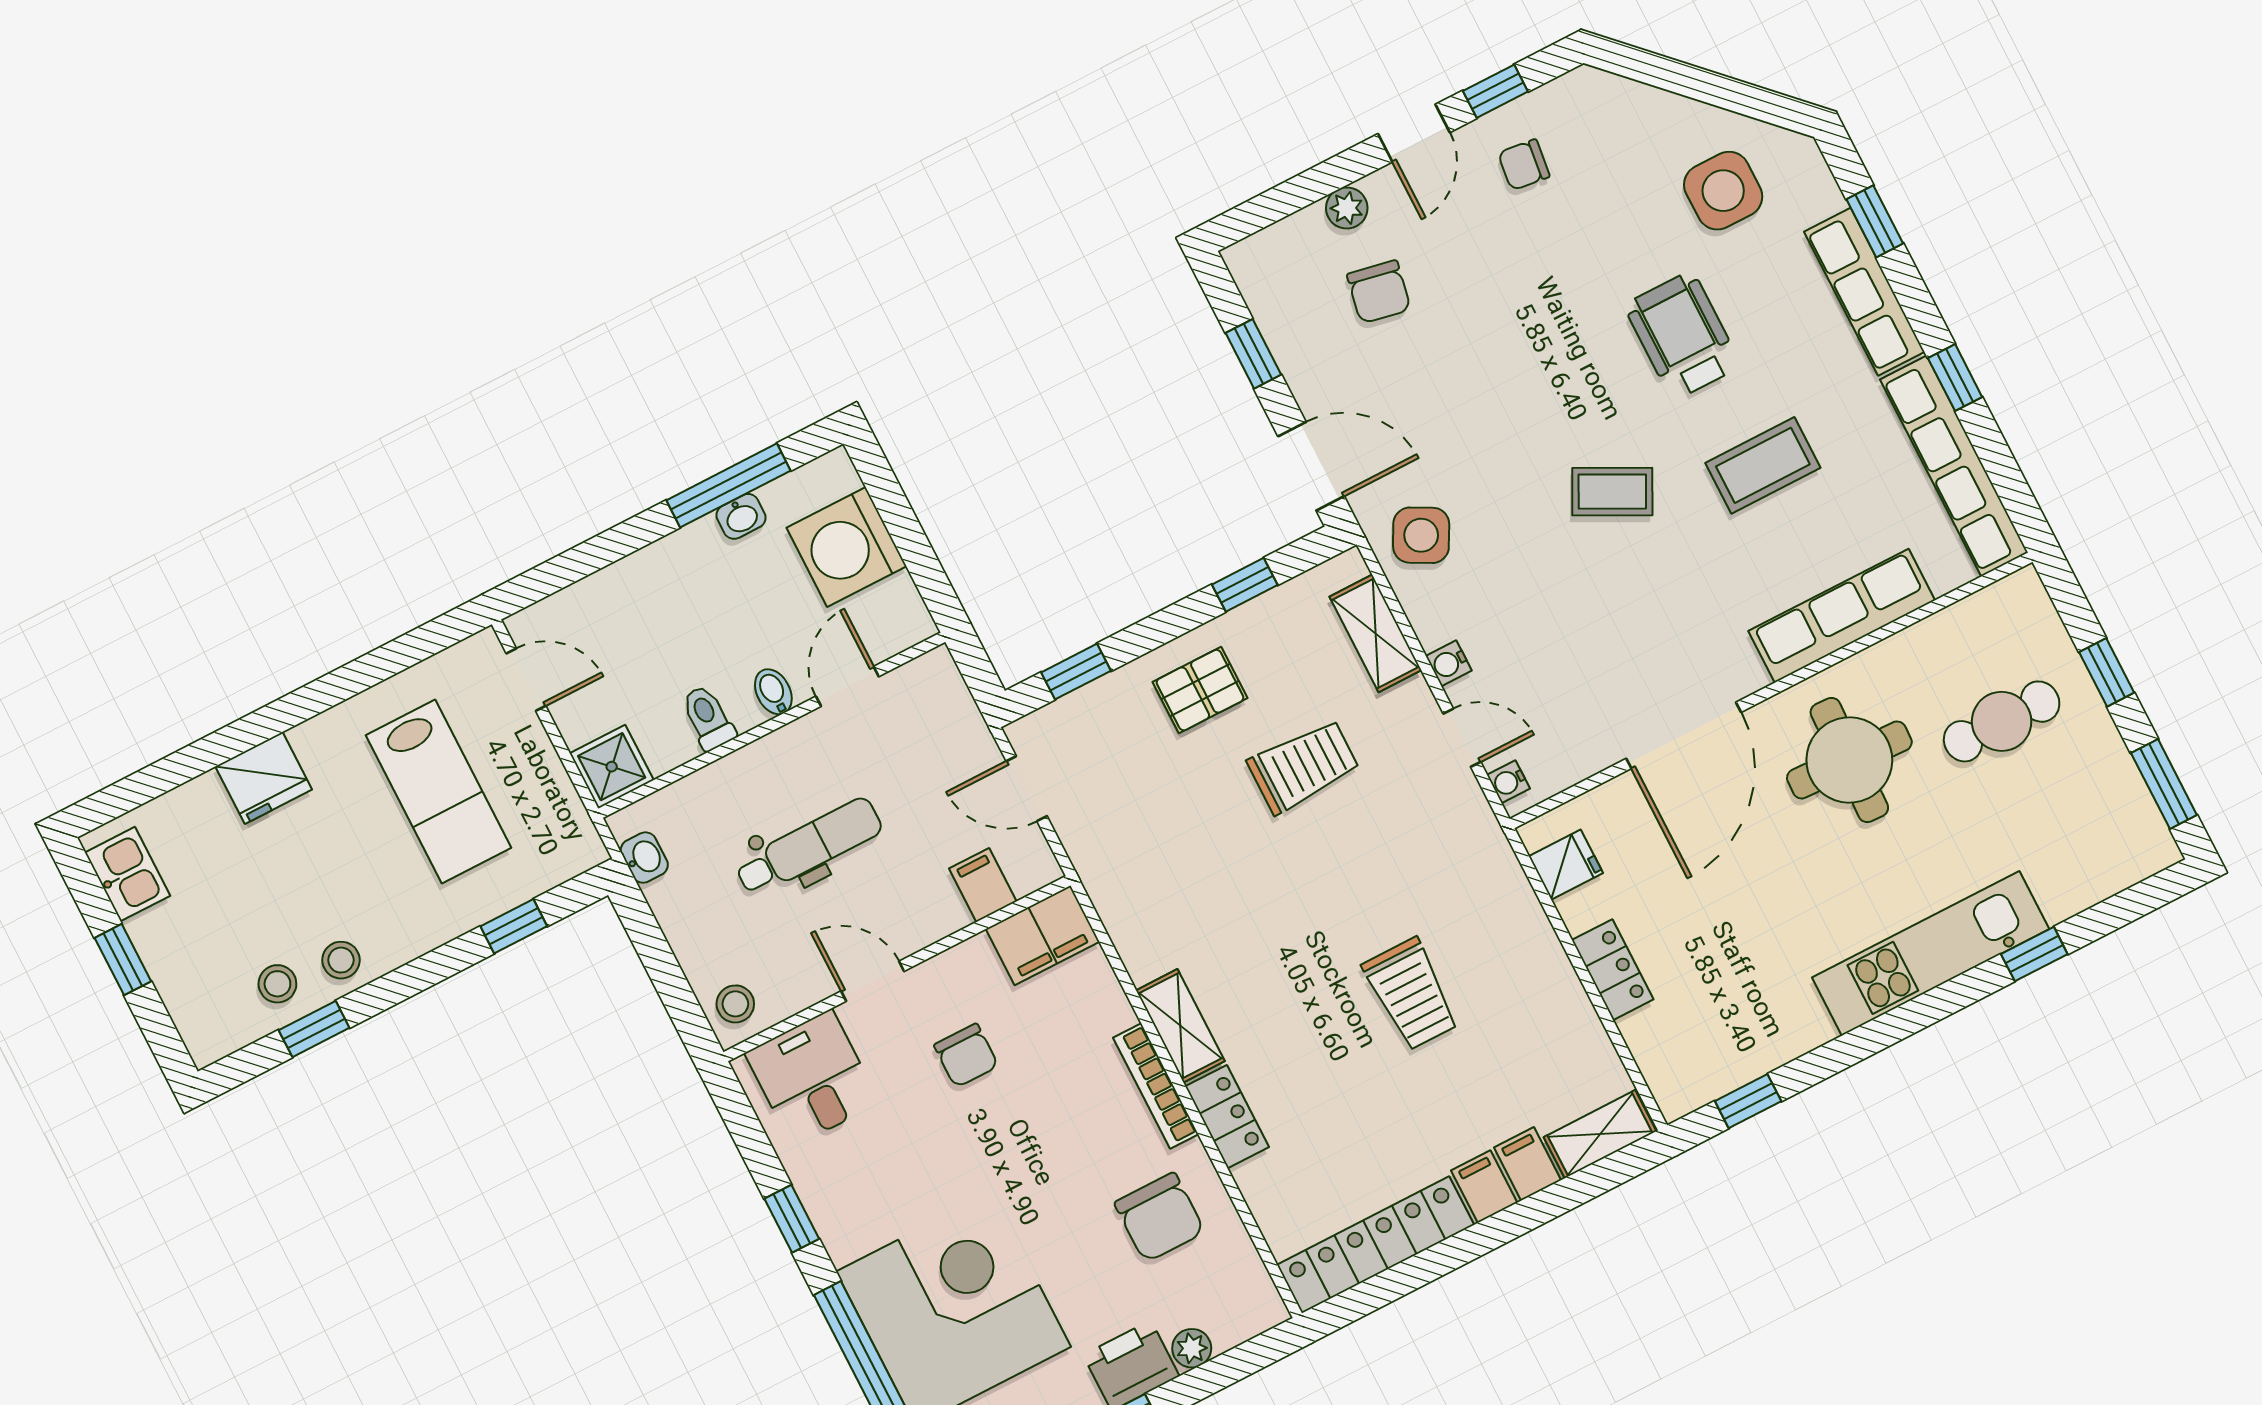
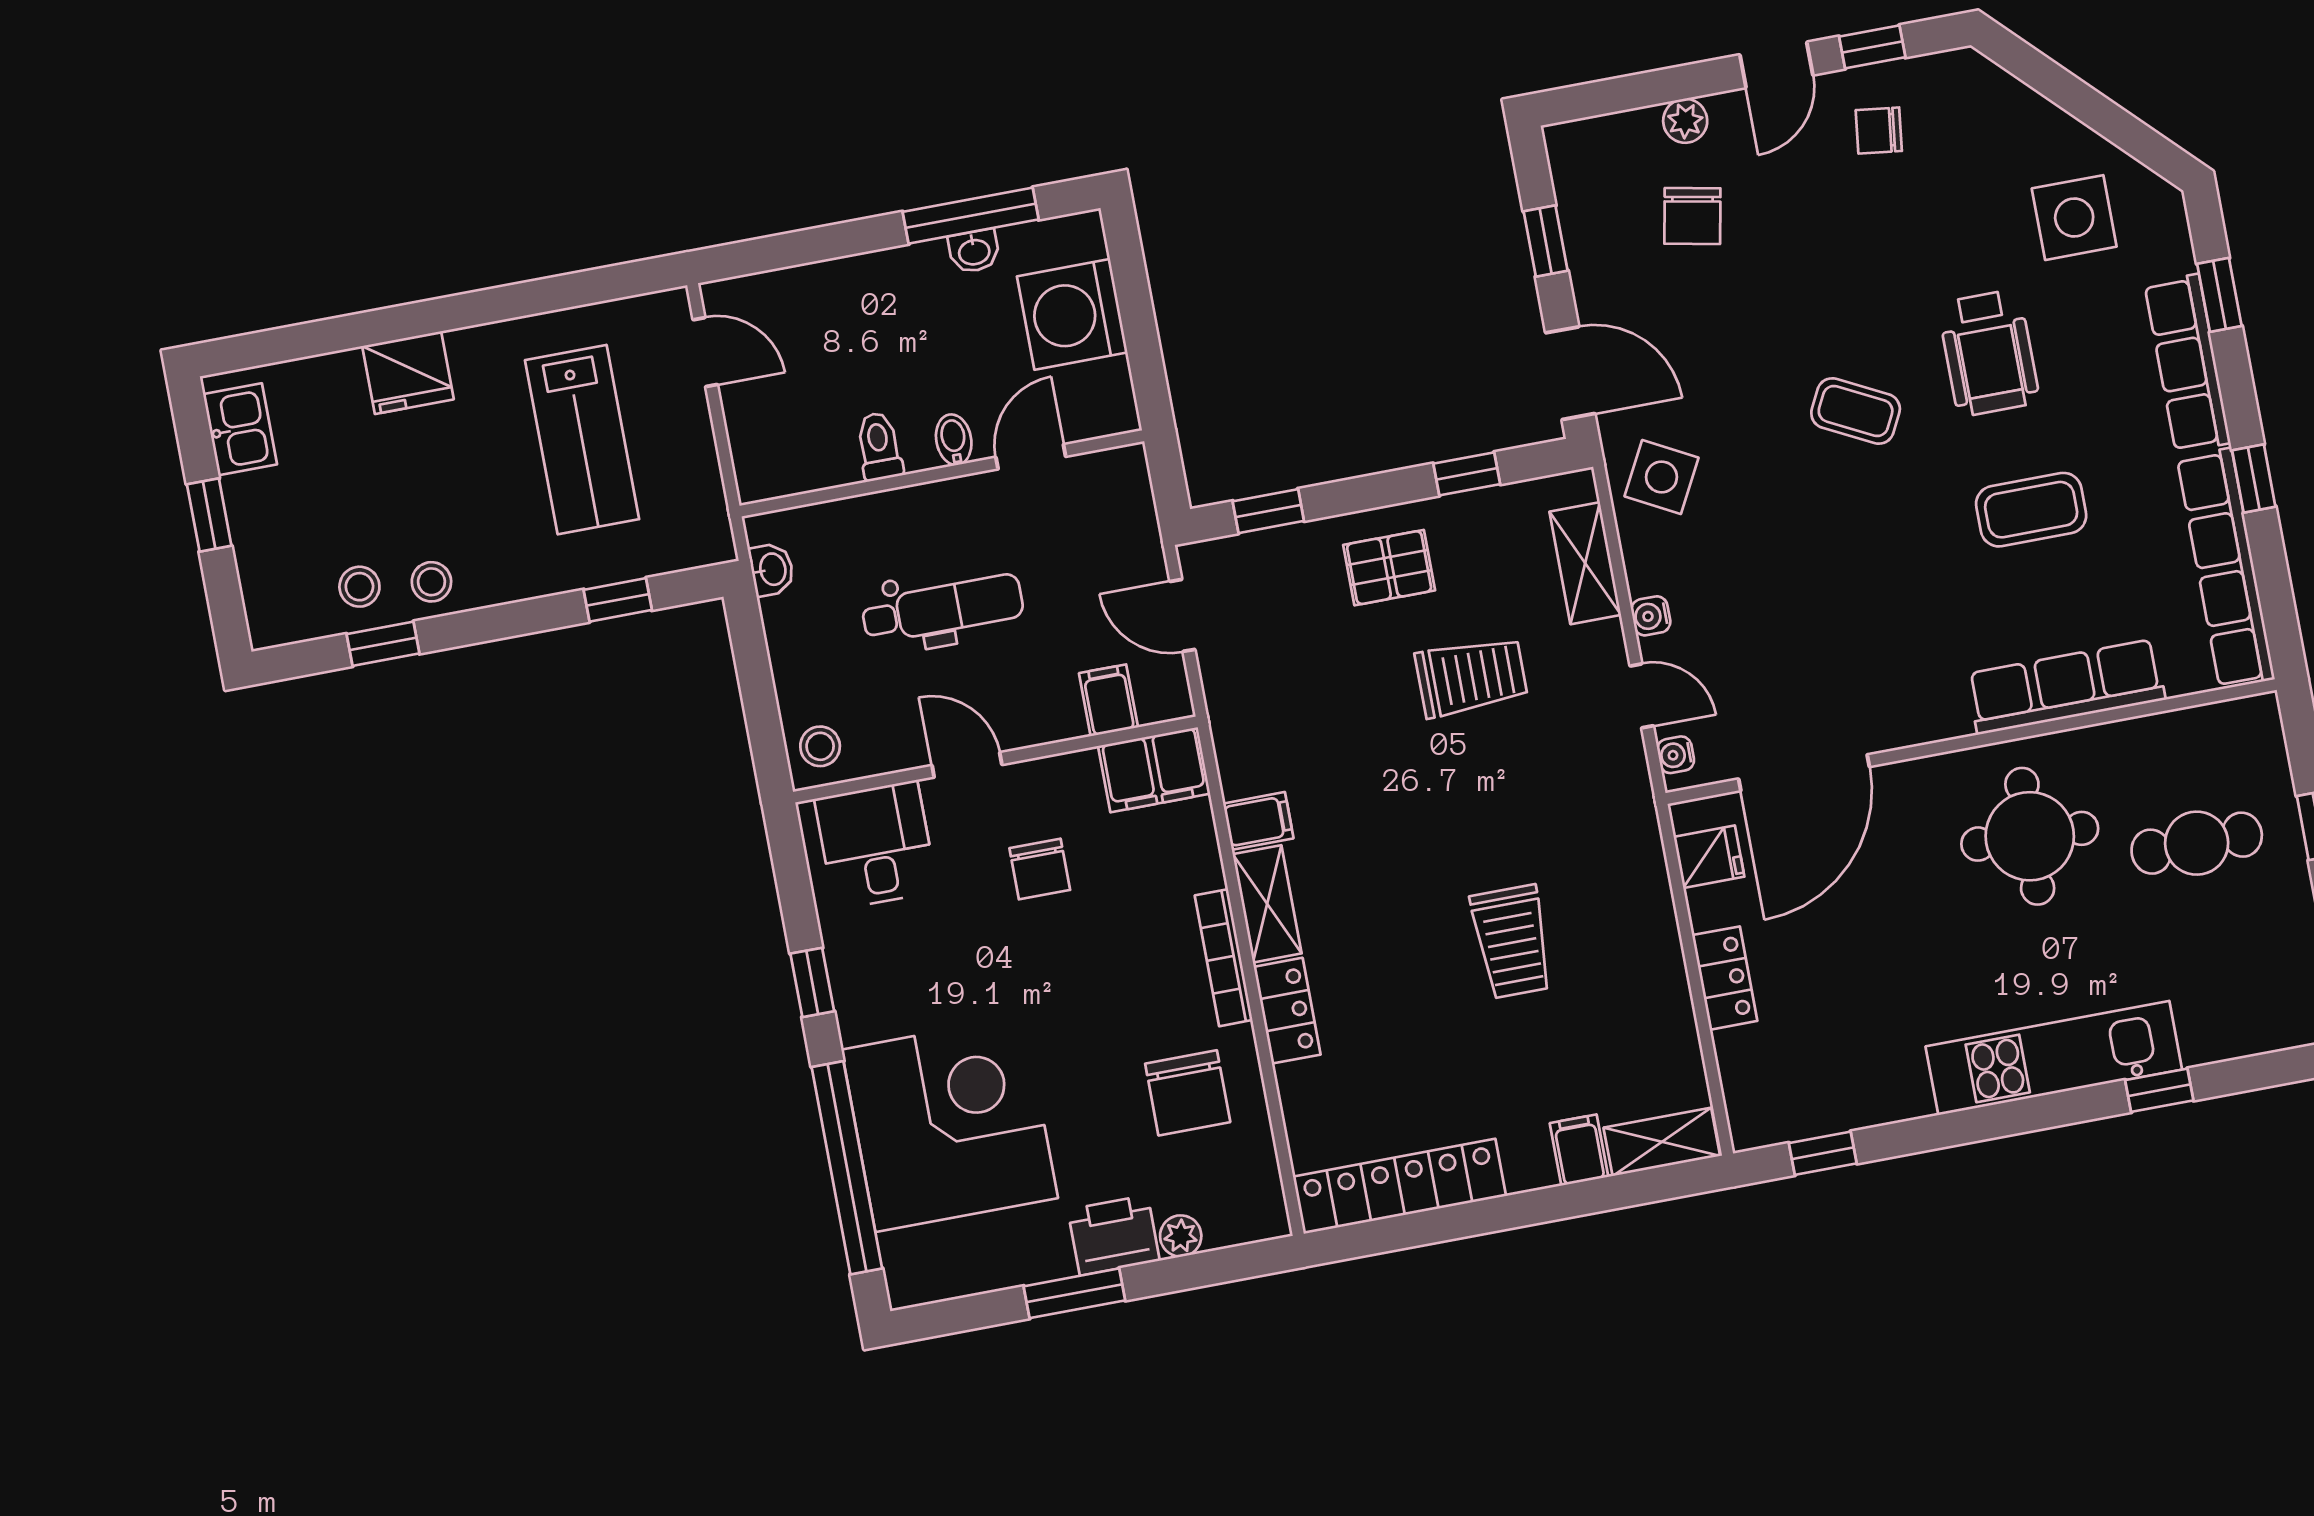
wheelchair: (1682, 336) -> (1989, 353), turned 180
coffee table: (1612, 492) -> (1856, 411), moved
door: (1684, 735) -> (1804, 773), moved
shower: (612, 767) -> (766, 467), removed
filing cabinet: (1484, 1186) -> (1258, 821), moved, turned 90

